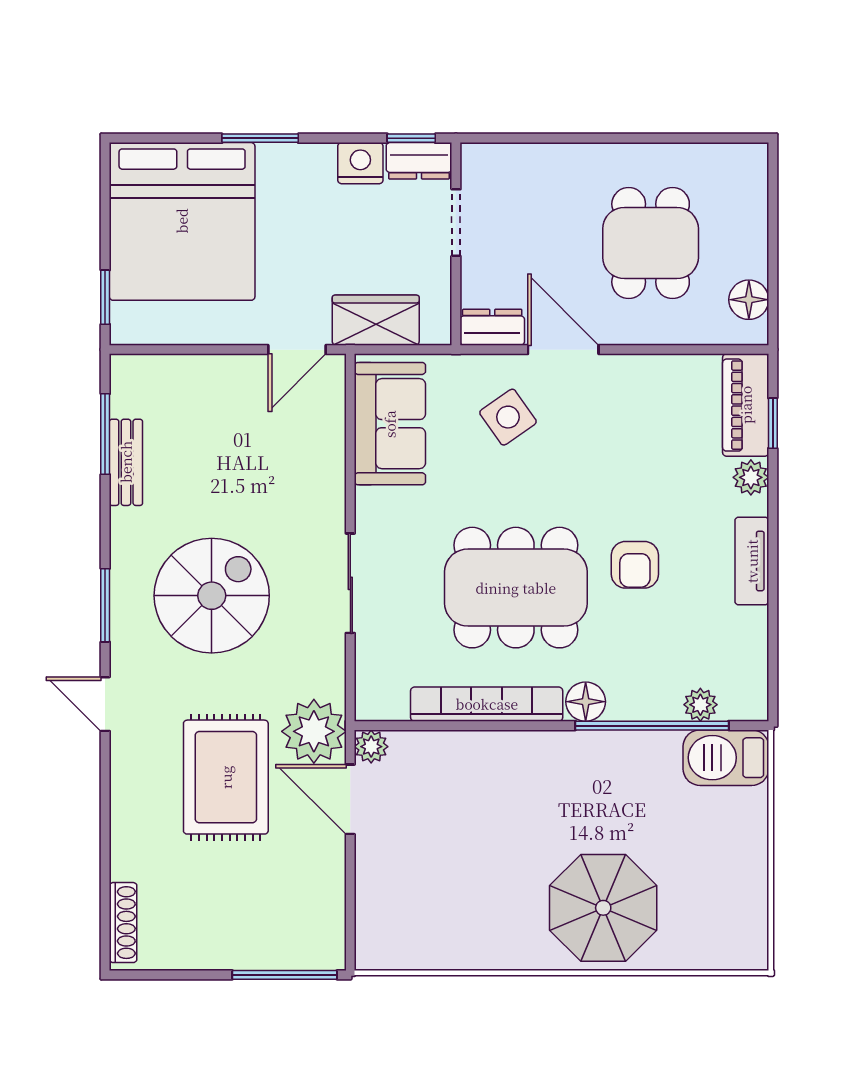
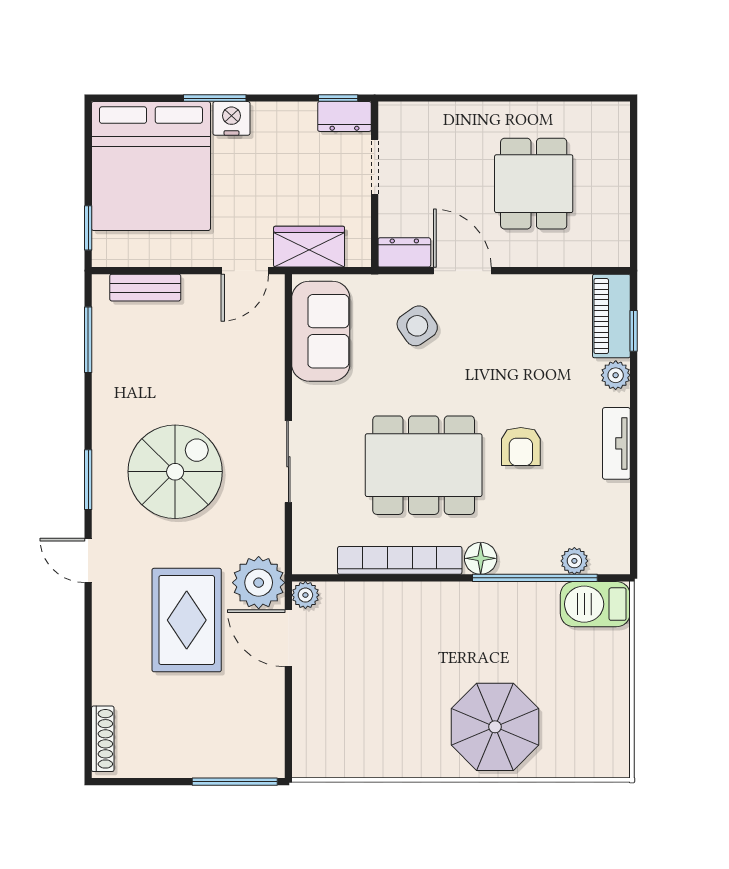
nightstand: (360, 163) -> (231, 118), moved
floor lamp: (749, 300) -> (614, 230), removed
bench: (126, 462) -> (145, 288), moved, turned 90

